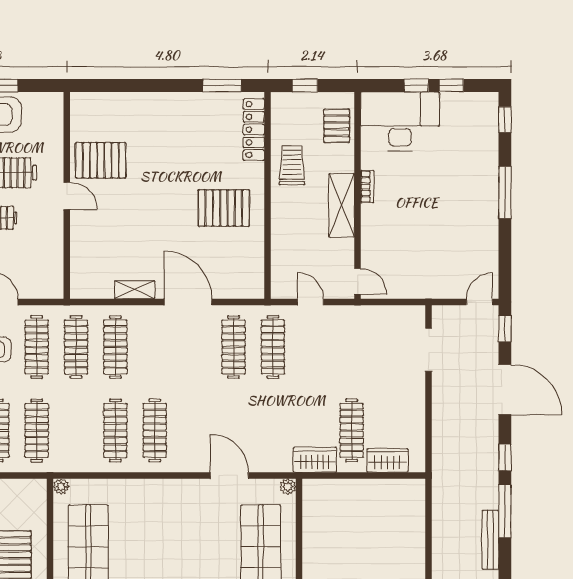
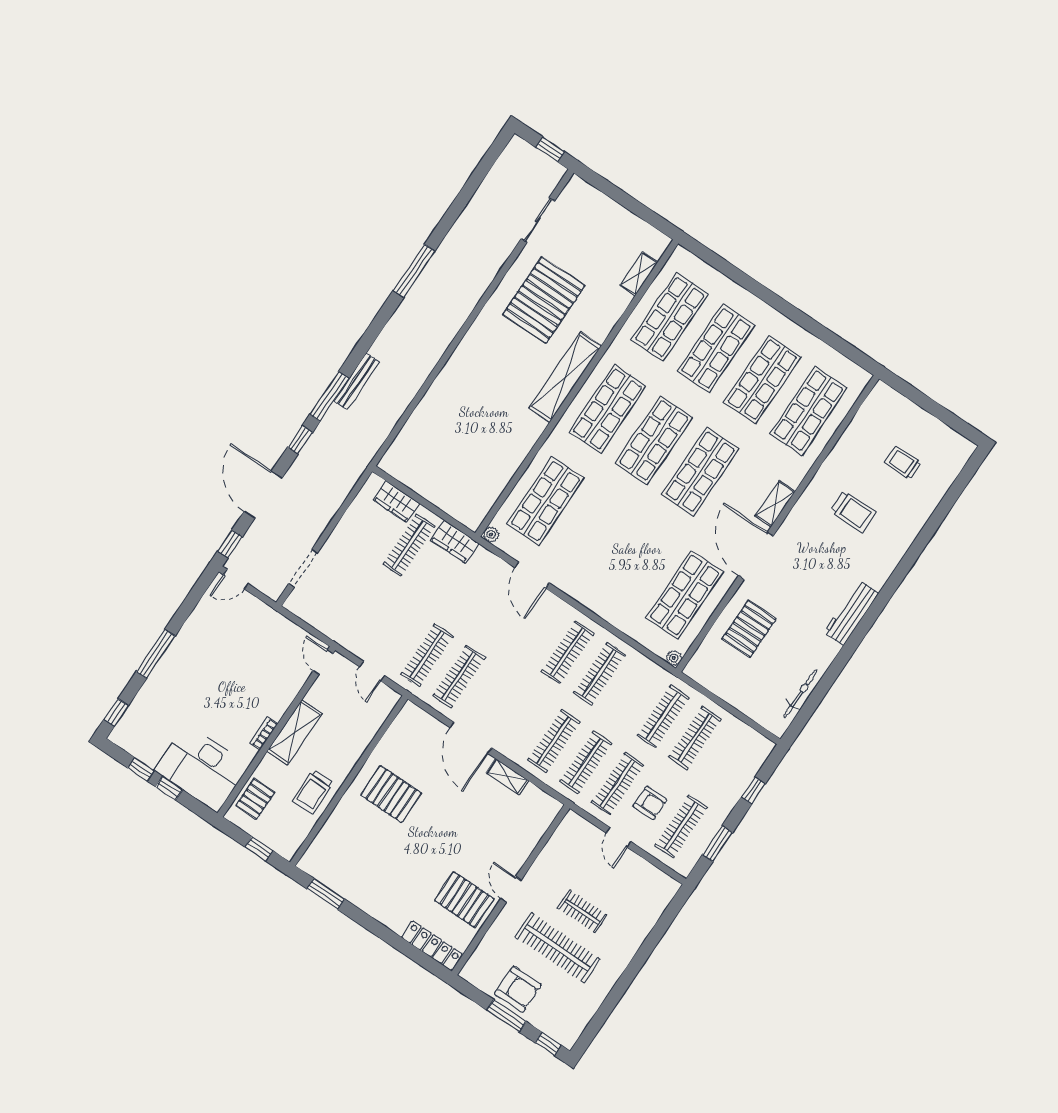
locker: (254, 130) -> (432, 946), moved, turned -90

